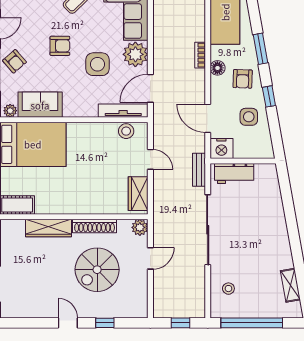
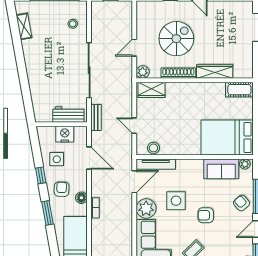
nightstand: (221, 149) -> (65, 134), moved
wardrobe: (138, 194) -> (152, 90), moved, turned 90

